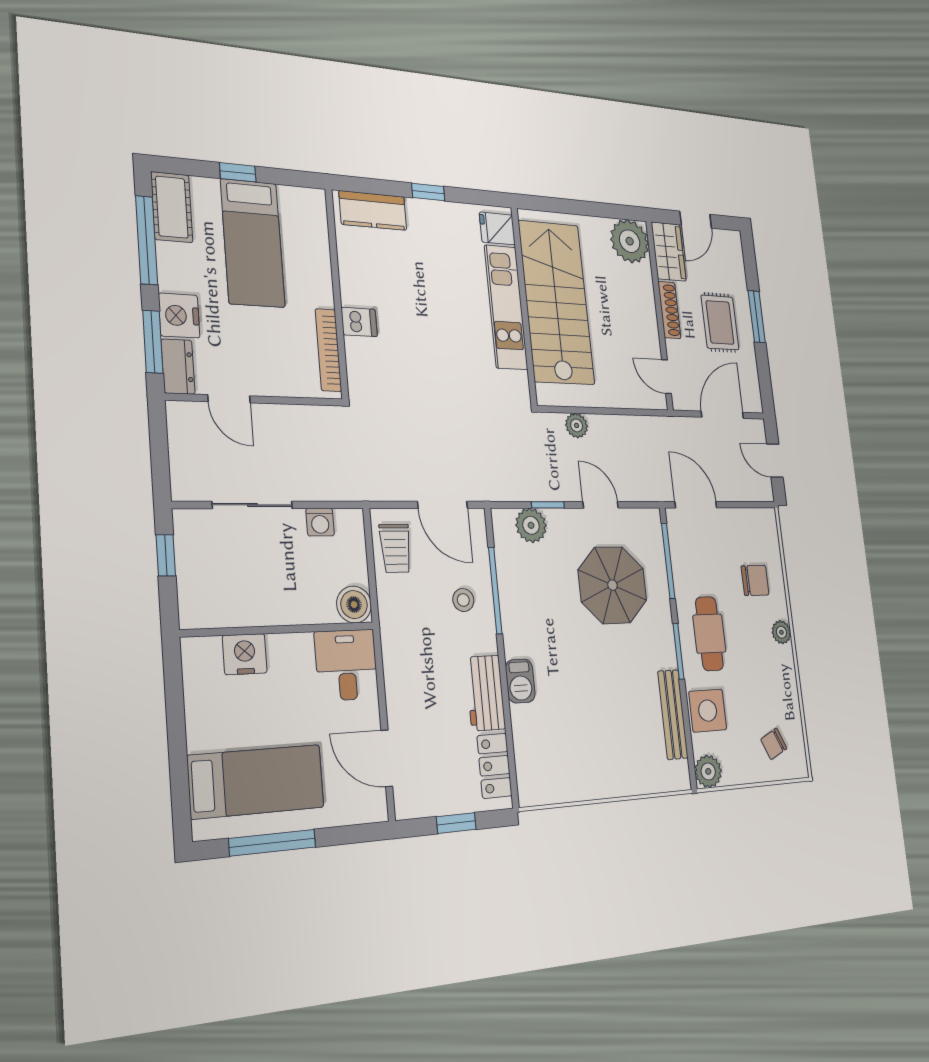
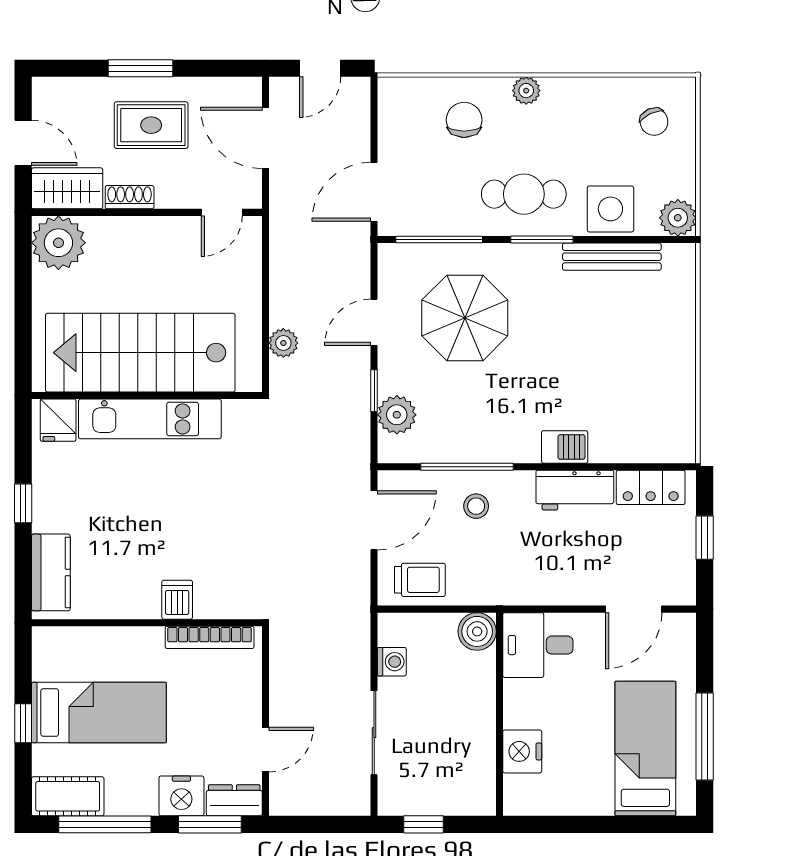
shoe rack: (669, 310) -> (130, 197), width x0.70

